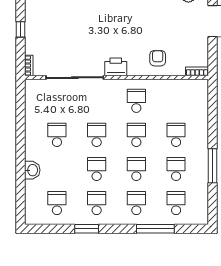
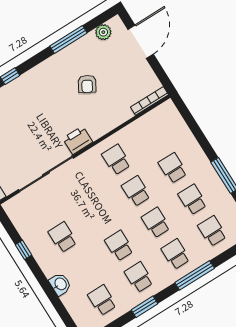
armchair: (158, 58) -> (87, 84), moved, turned -150
bookcase: (197, 71) -> (150, 101), width x1.56
window: (20, 126) -> (23, 250), added
school desk: (97, 135) -> (99, 214), removed
window: (155, 229) -> (195, 275), moved

